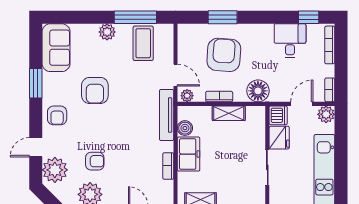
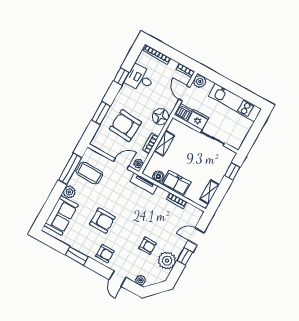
window: (309, 17) -> (121, 76), moved
sofa: (56, 48) -> (61, 215), moved, turned 90
tv unit: (167, 115) -> (143, 184), width x0.71
armchair: (95, 161) -> (147, 246), turned 90
plant: (55, 170) -> (141, 280), width x0.53, depth x0.53

